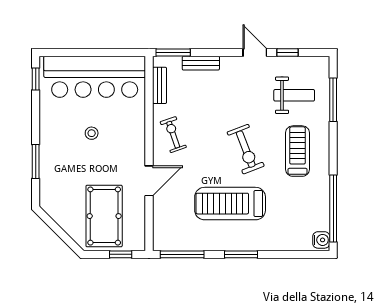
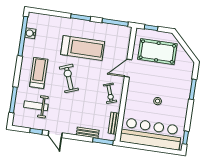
treadmill: (297, 151) -> (39, 73), turned 180
pool table: (104, 216) -> (157, 52), turned 90
water cooler: (321, 240) -> (30, 33), moved

